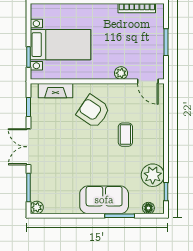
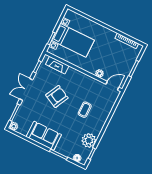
door: (148, 81) -> (112, 86), swing flipped
armchair: (93, 111) -> (57, 96), moved, turned 83
sofa: (104, 200) -> (44, 136), moved

